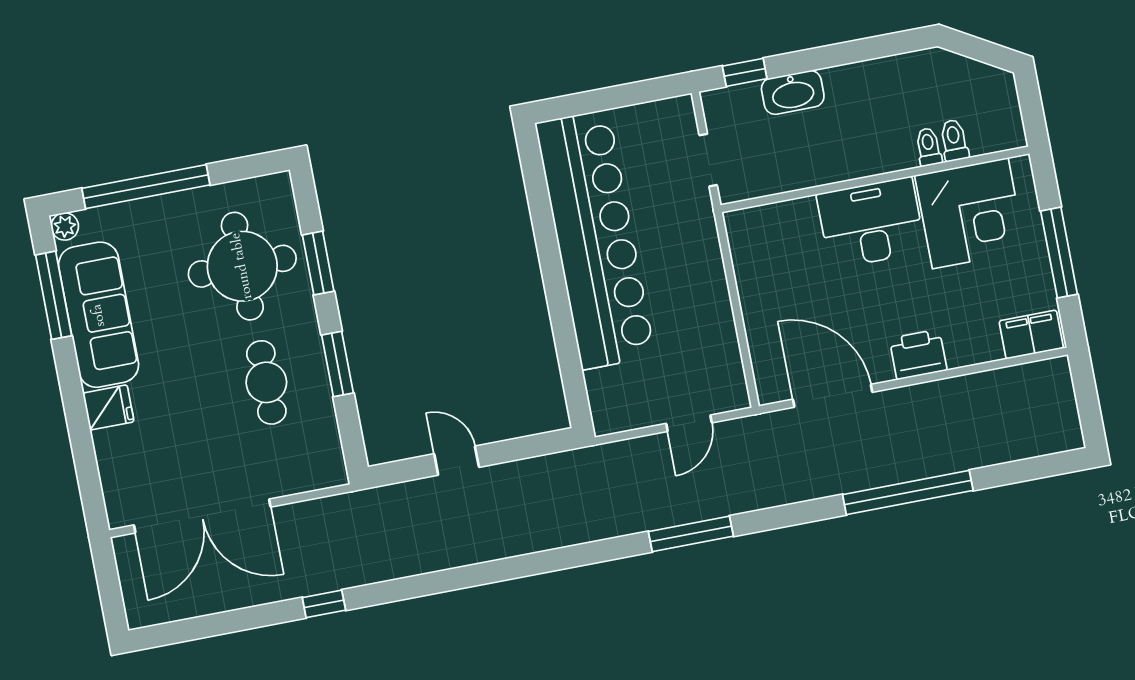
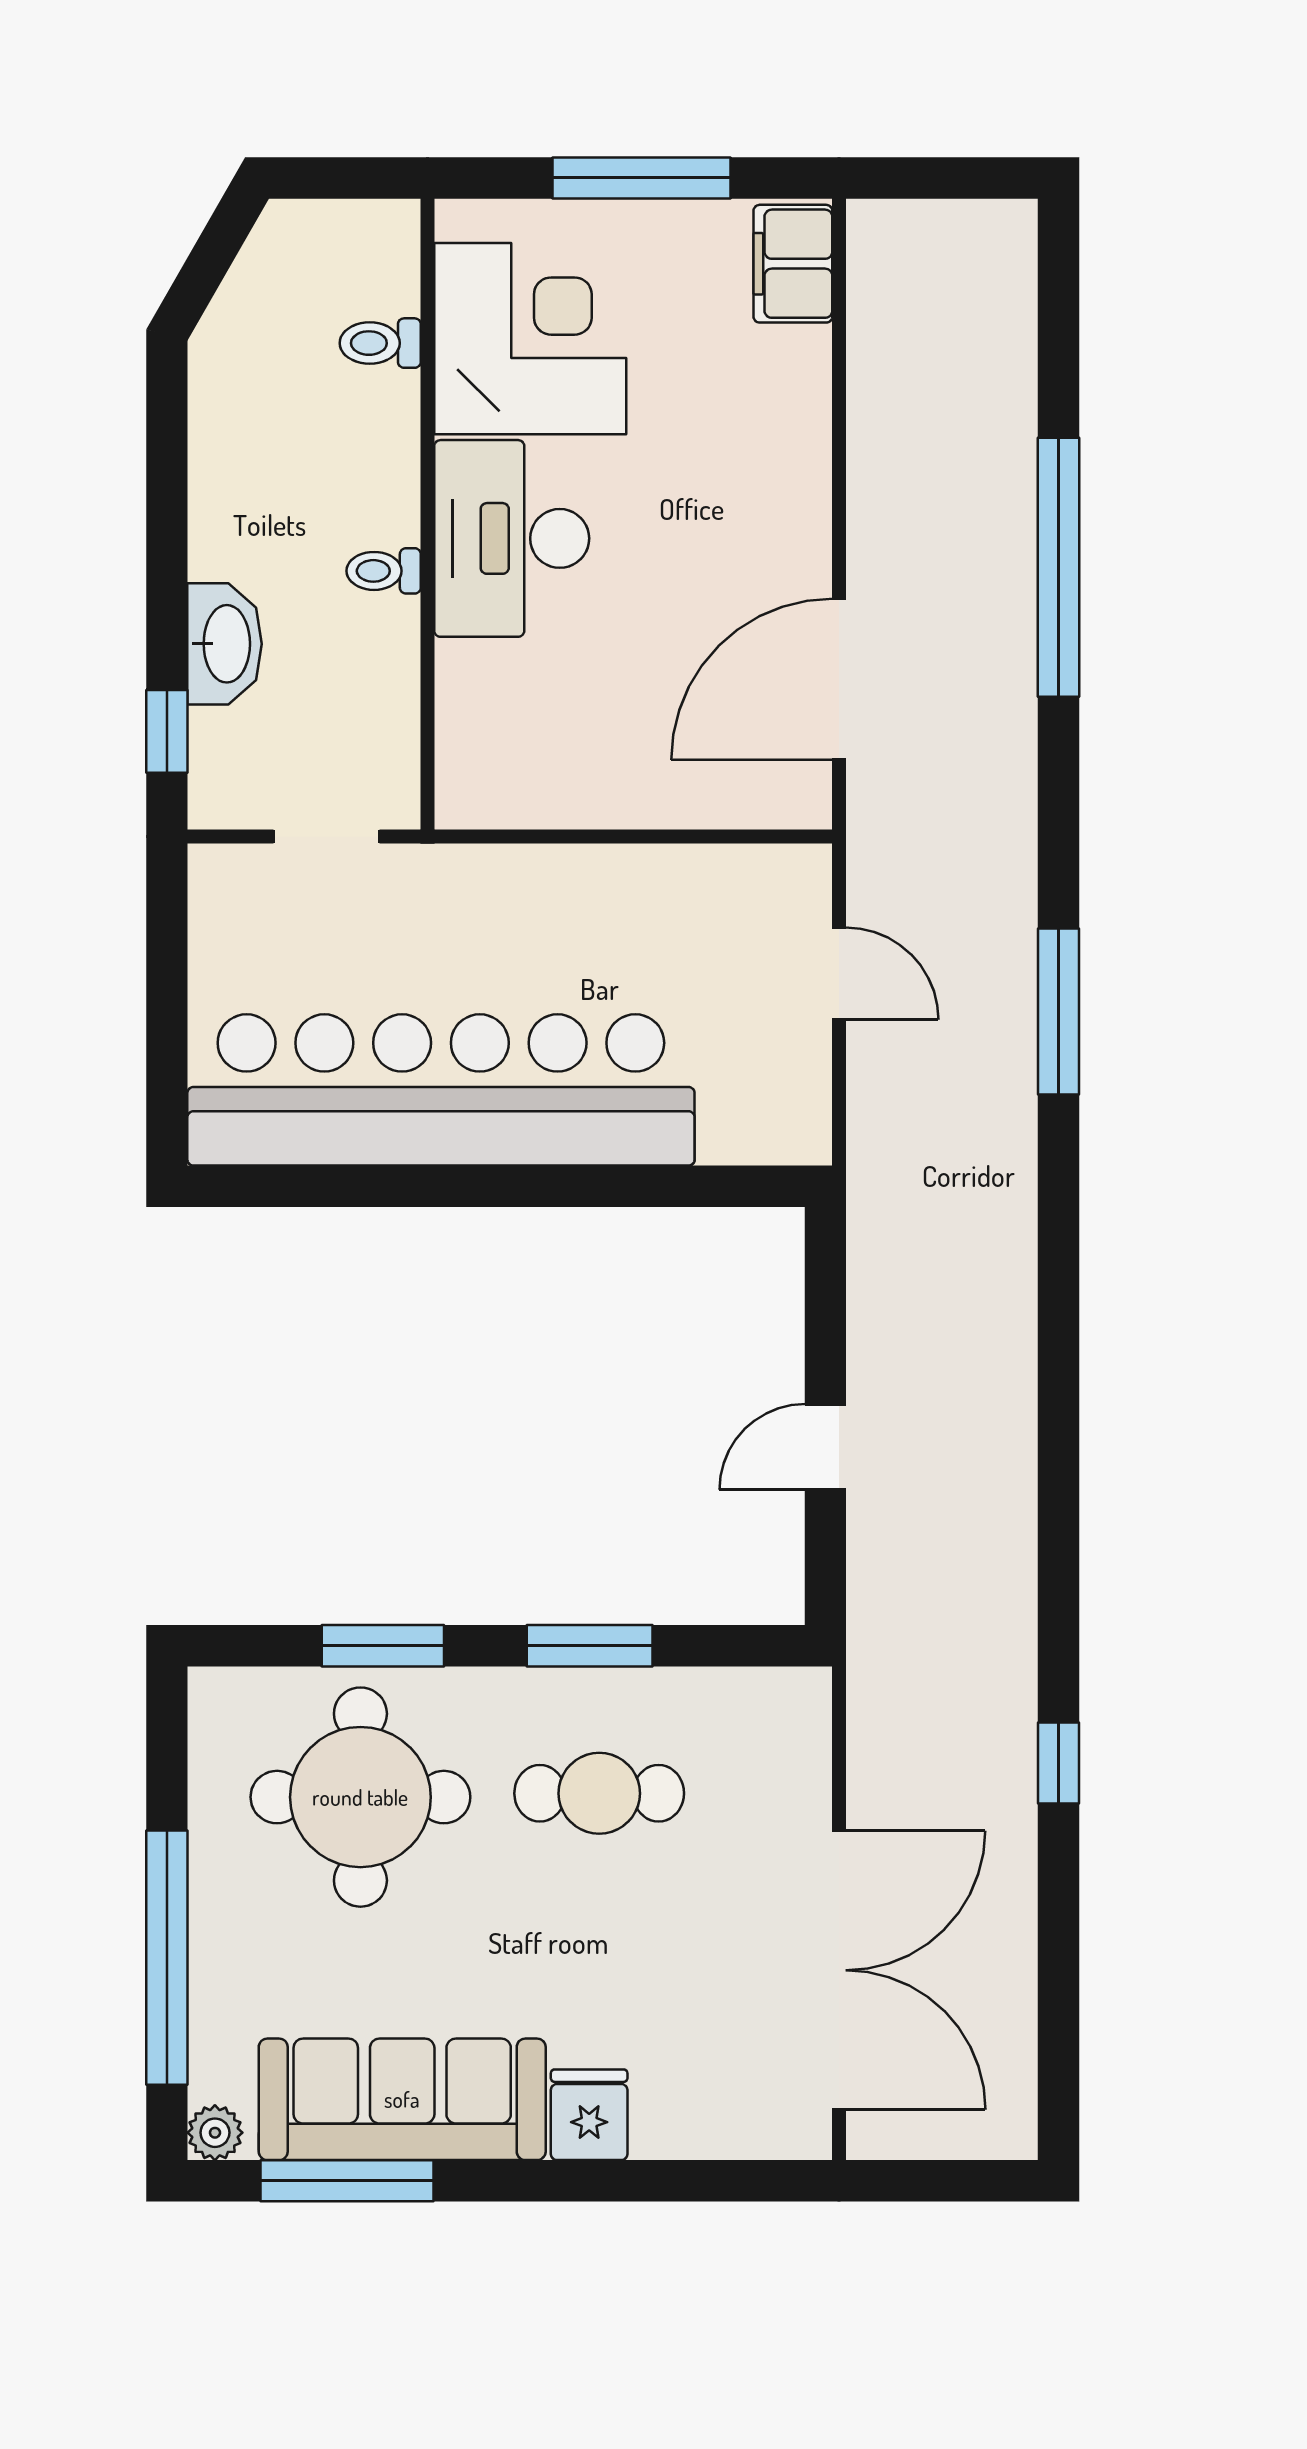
toilet: (929, 147) -> (384, 571), moved
printer: (918, 354) -> (790, 495), removed

